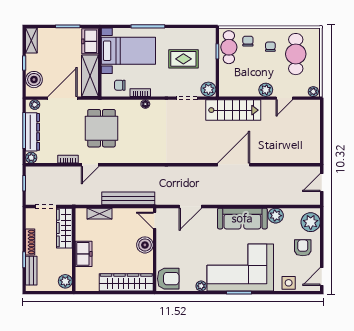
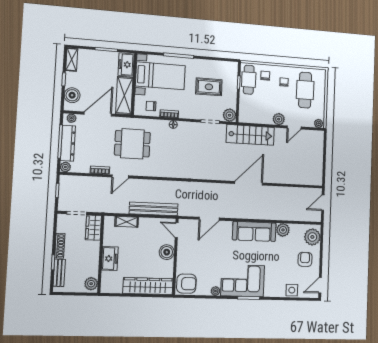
dining table: (101, 128) -> (132, 144), turned 90
wardrobe: (64, 228) -> (93, 228), width x0.67
corner sofa: (240, 267) -> (243, 281), width x0.73, depth x0.74

